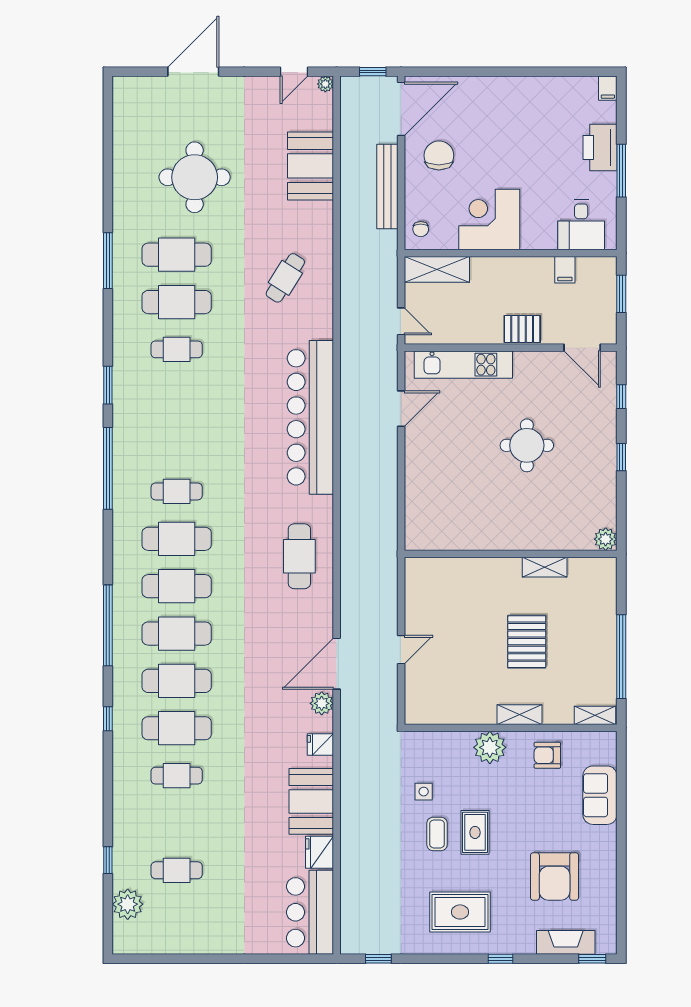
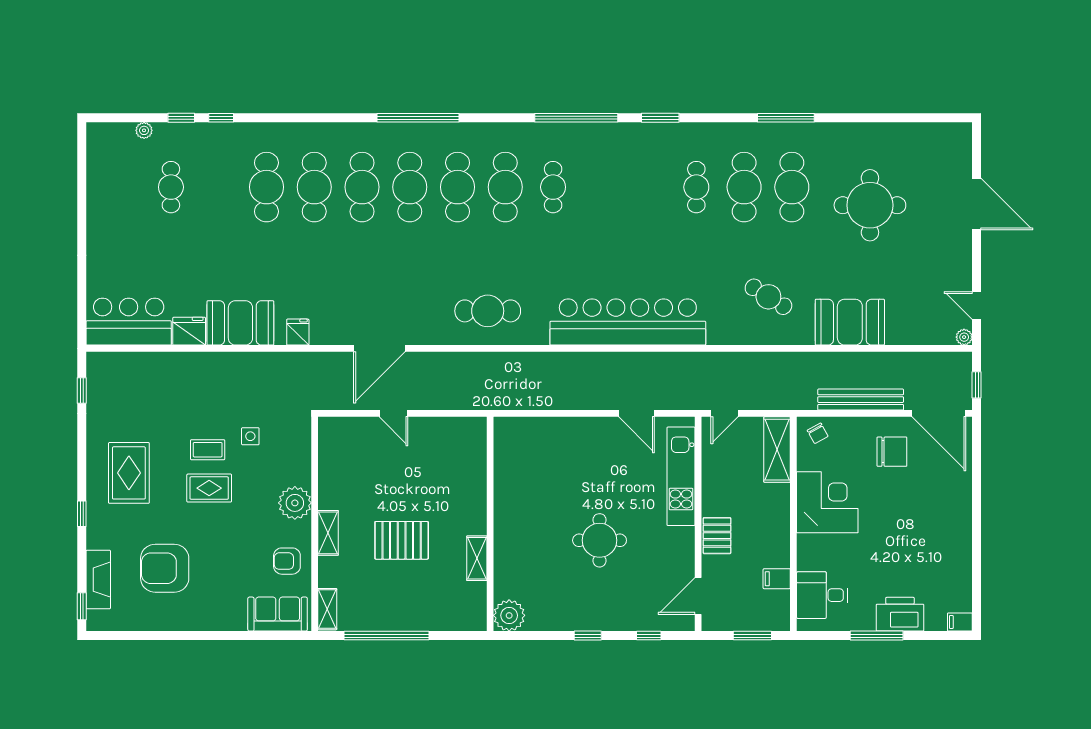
booth: (311, 166) -> (850, 322), moved
chair: (421, 229) -> (818, 433), turned -119
plant: (606, 539) -> (509, 615), width x1.36, depth x1.36
door: (337, 664) -> (379, 348), swing flipped
plant: (322, 703) -> (339, 333), removed
window: (108, 719) -> (221, 118), moved
armchair: (547, 755) -> (287, 561), turned -90
cafe table: (177, 776) -> (266, 187), width x1.37, depth x1.35
sofa: (600, 795) -> (278, 614), moved
plant: (128, 904) -> (144, 130), width x0.53, depth x0.53

